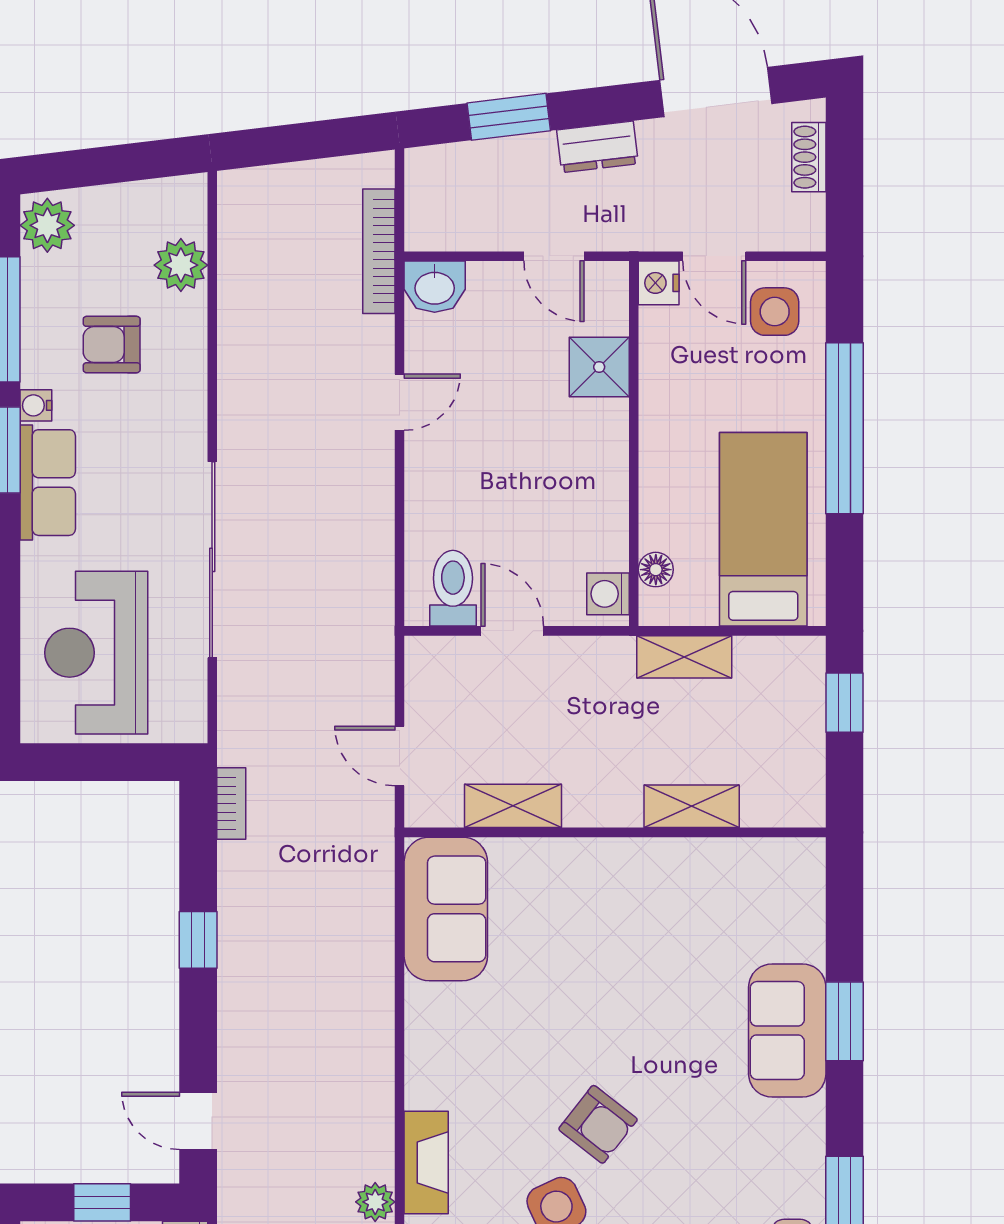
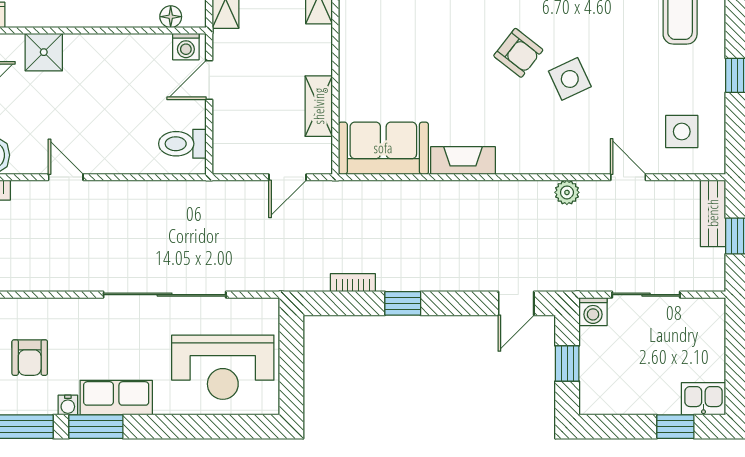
door: (512, 631) -> (209, 80), moved
bookcase: (231, 803) -> (353, 283), moved
armchair: (598, 1124) -> (518, 53), turned 90
fireplace: (426, 1163) -> (463, 160), moved

